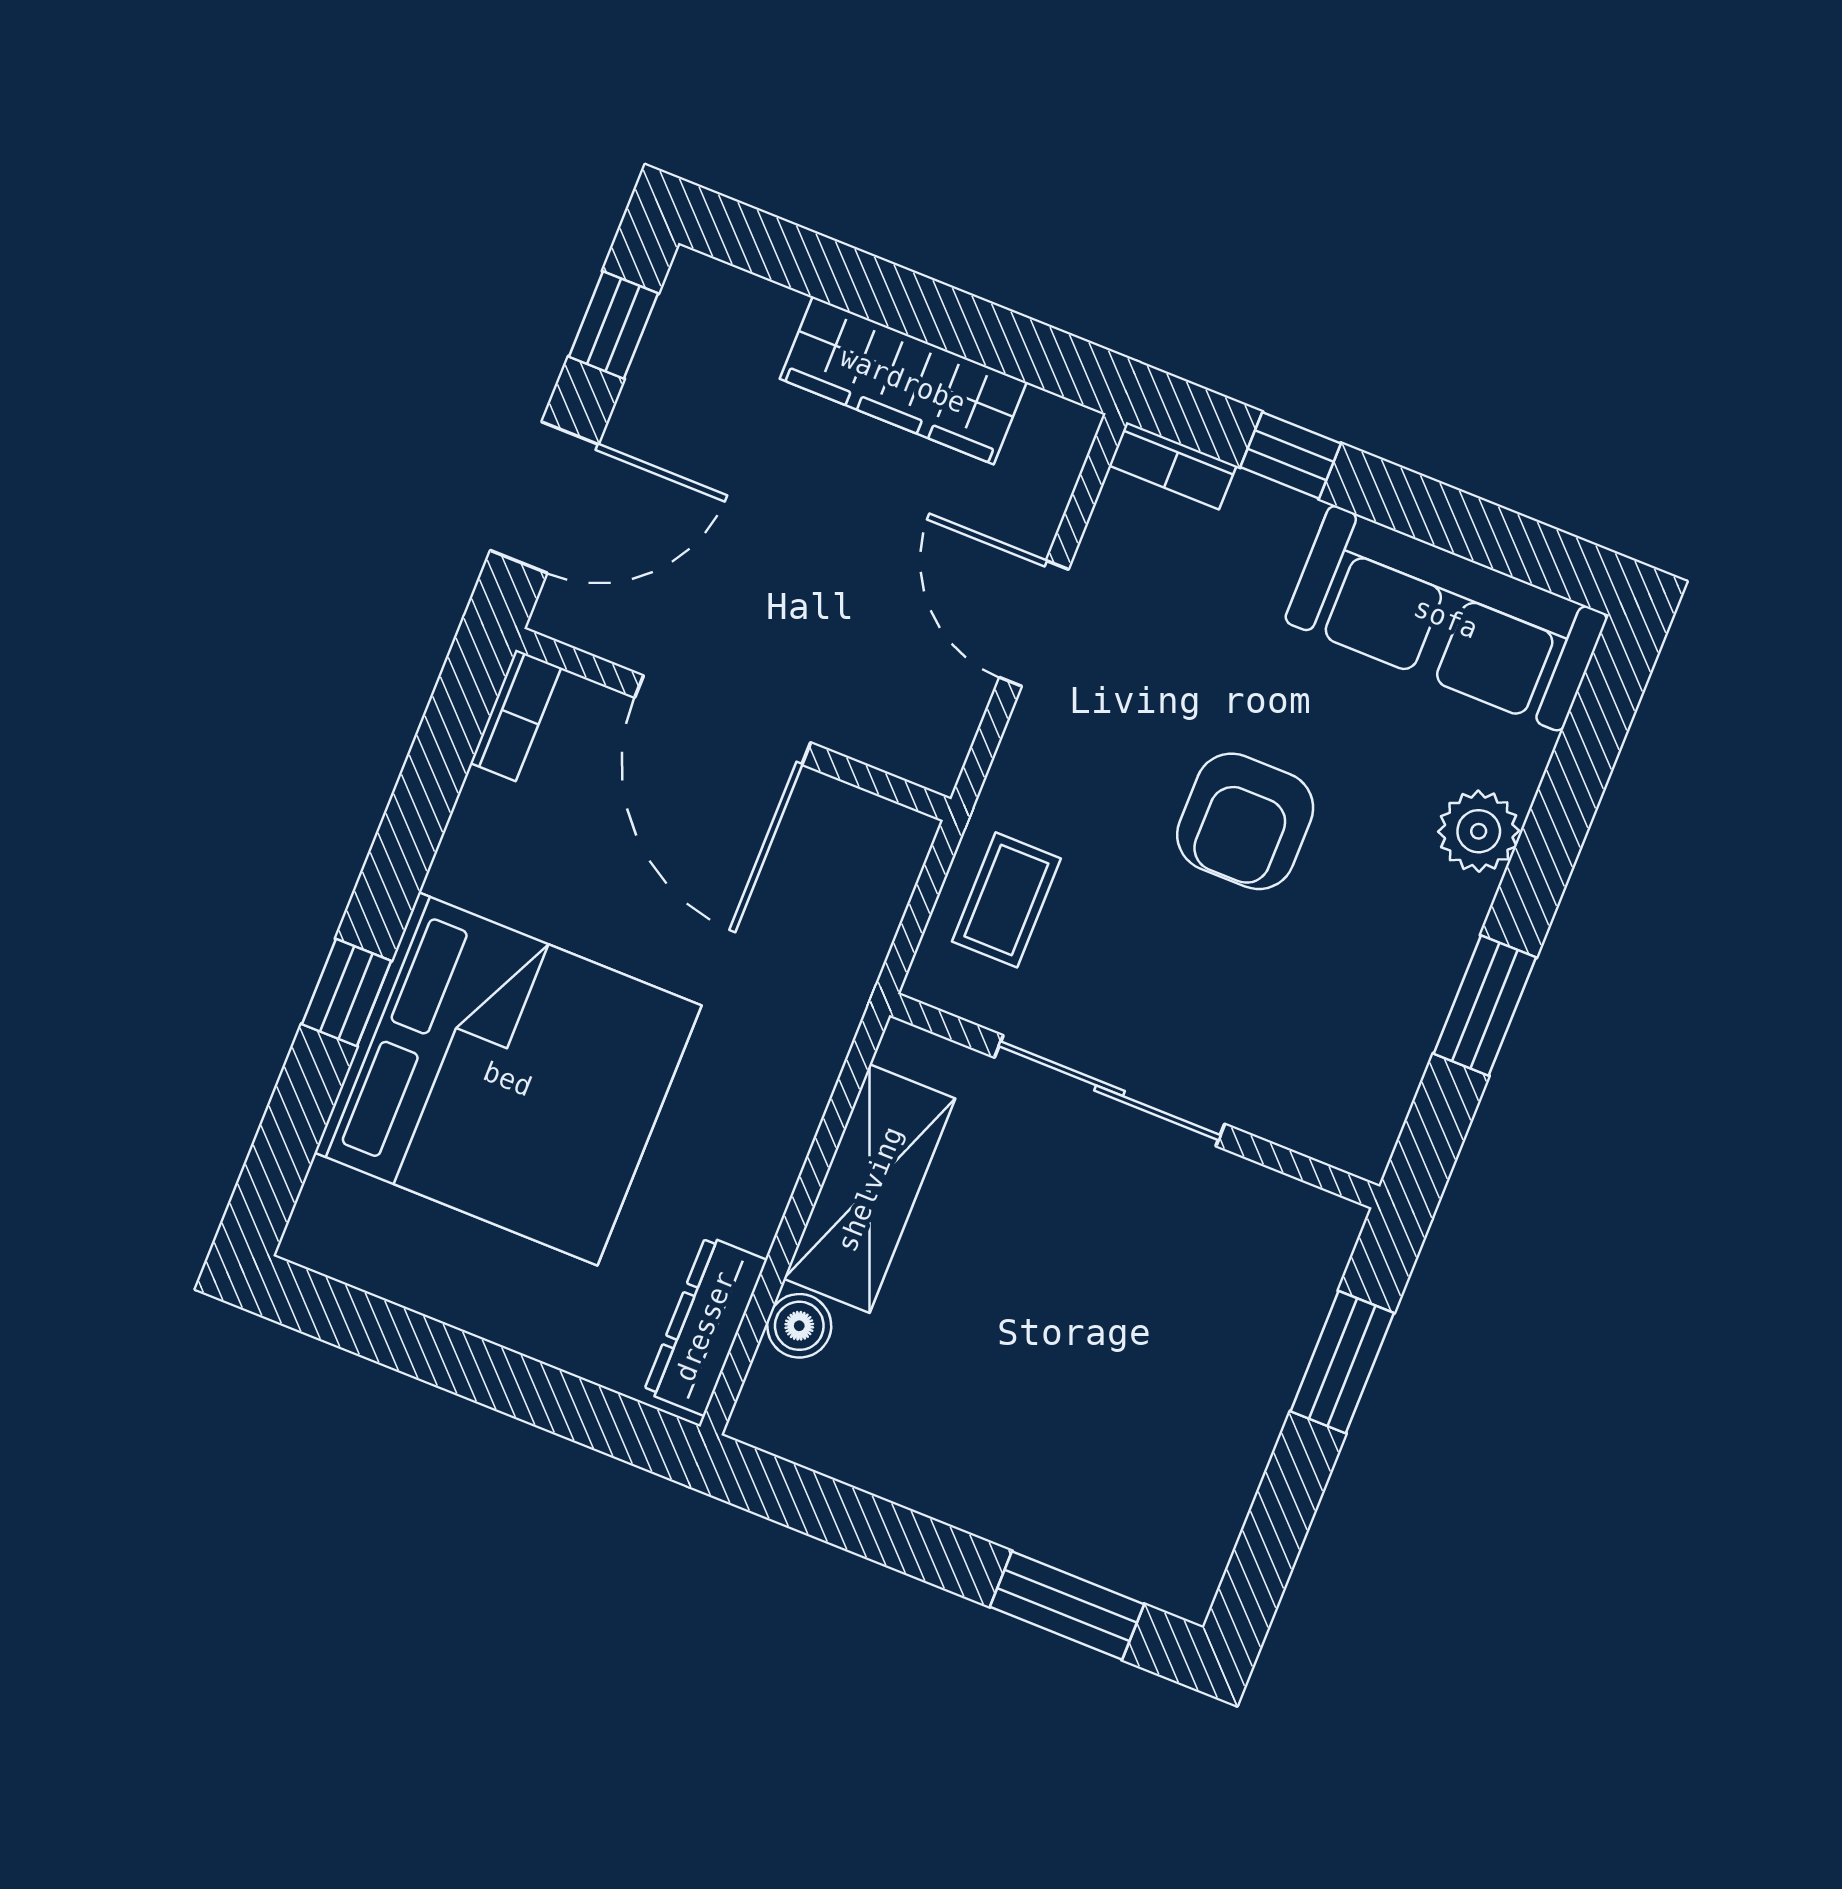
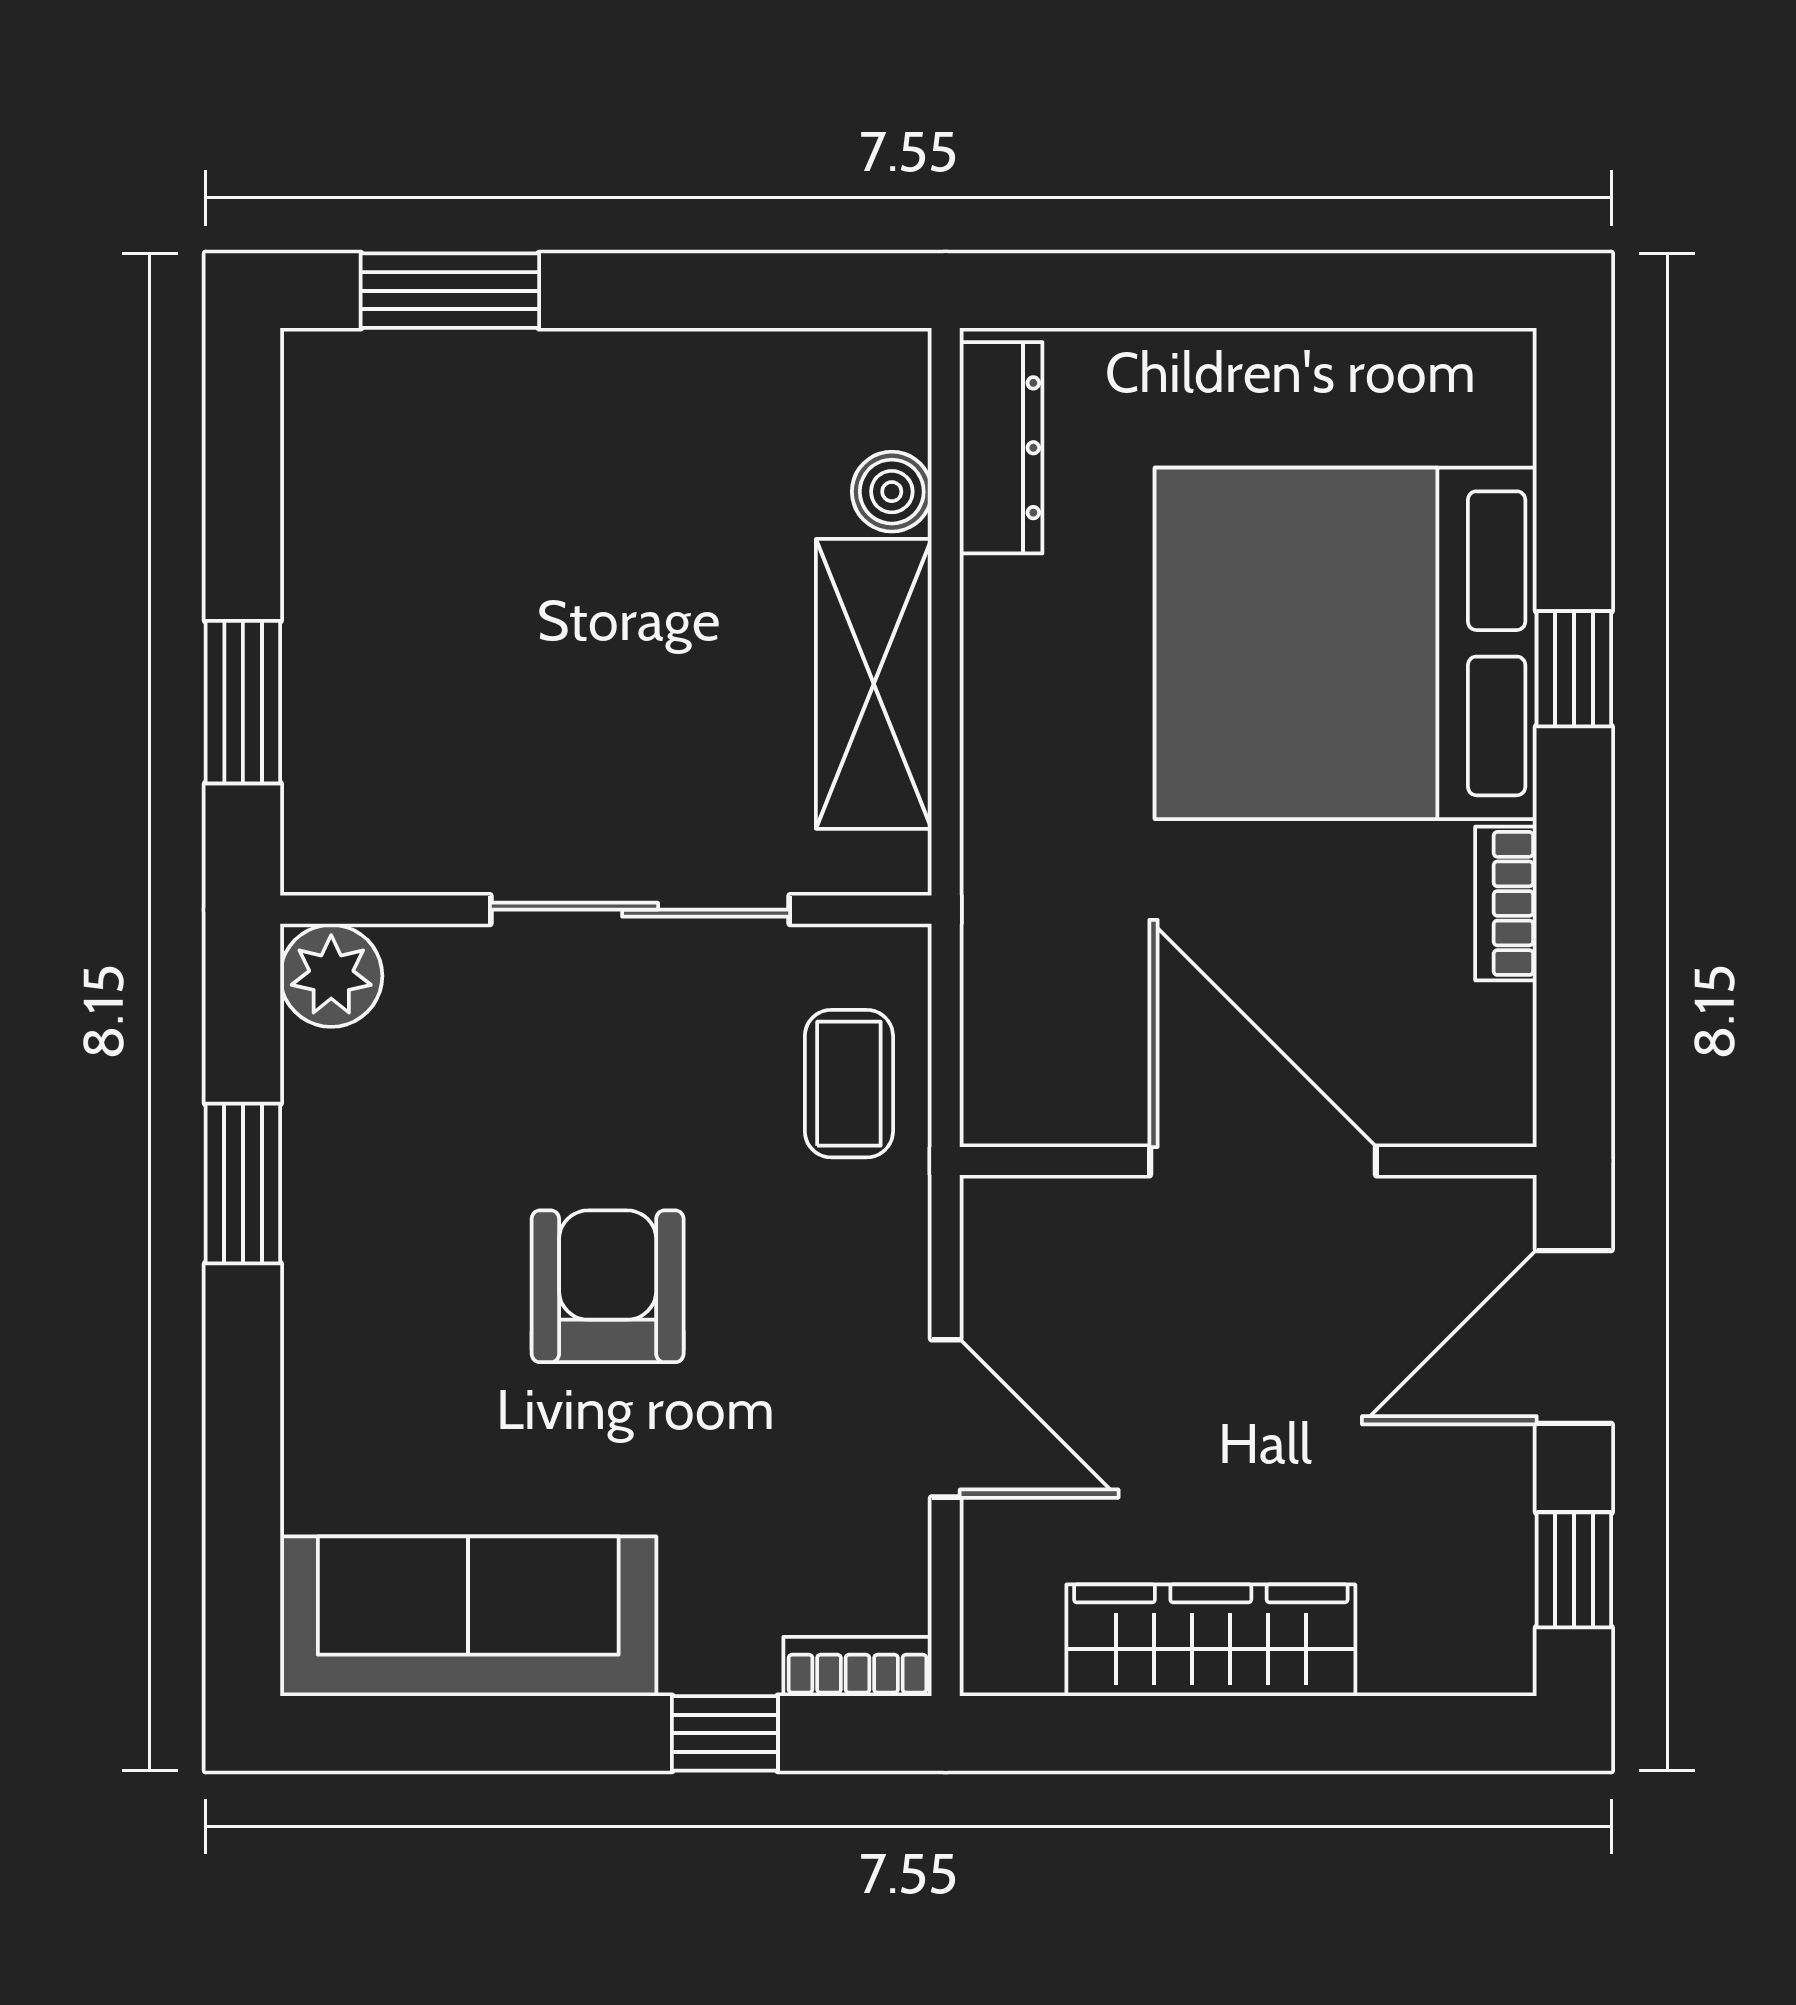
bookcase: (516, 715) -> (1506, 903), moved
plant: (1479, 831) -> (331, 976), moved

